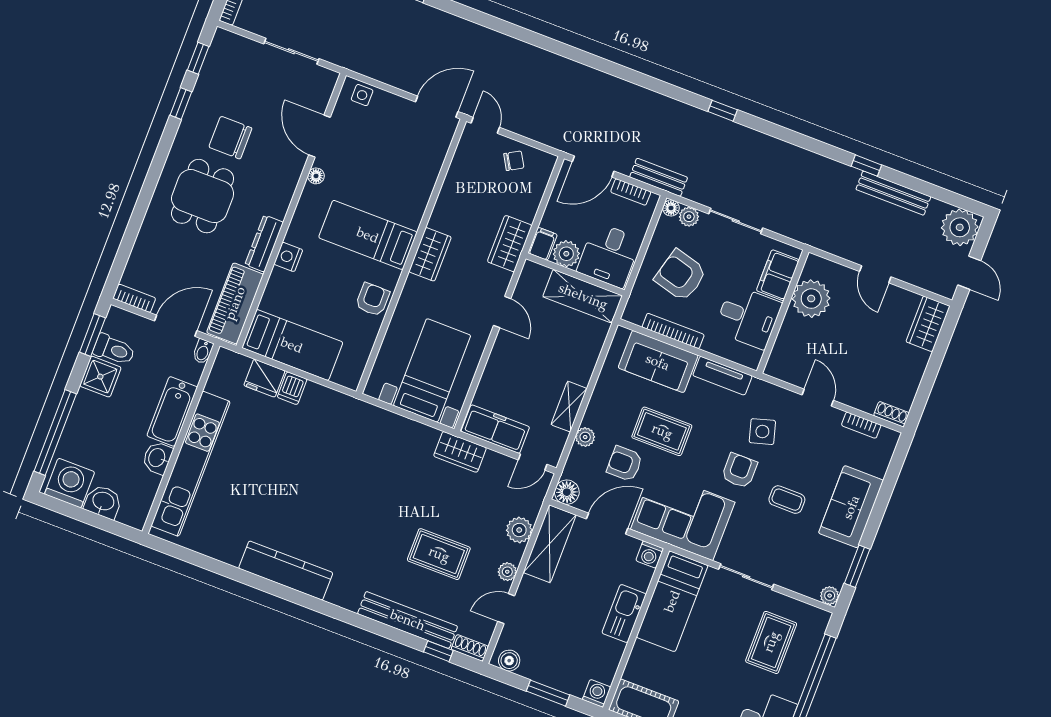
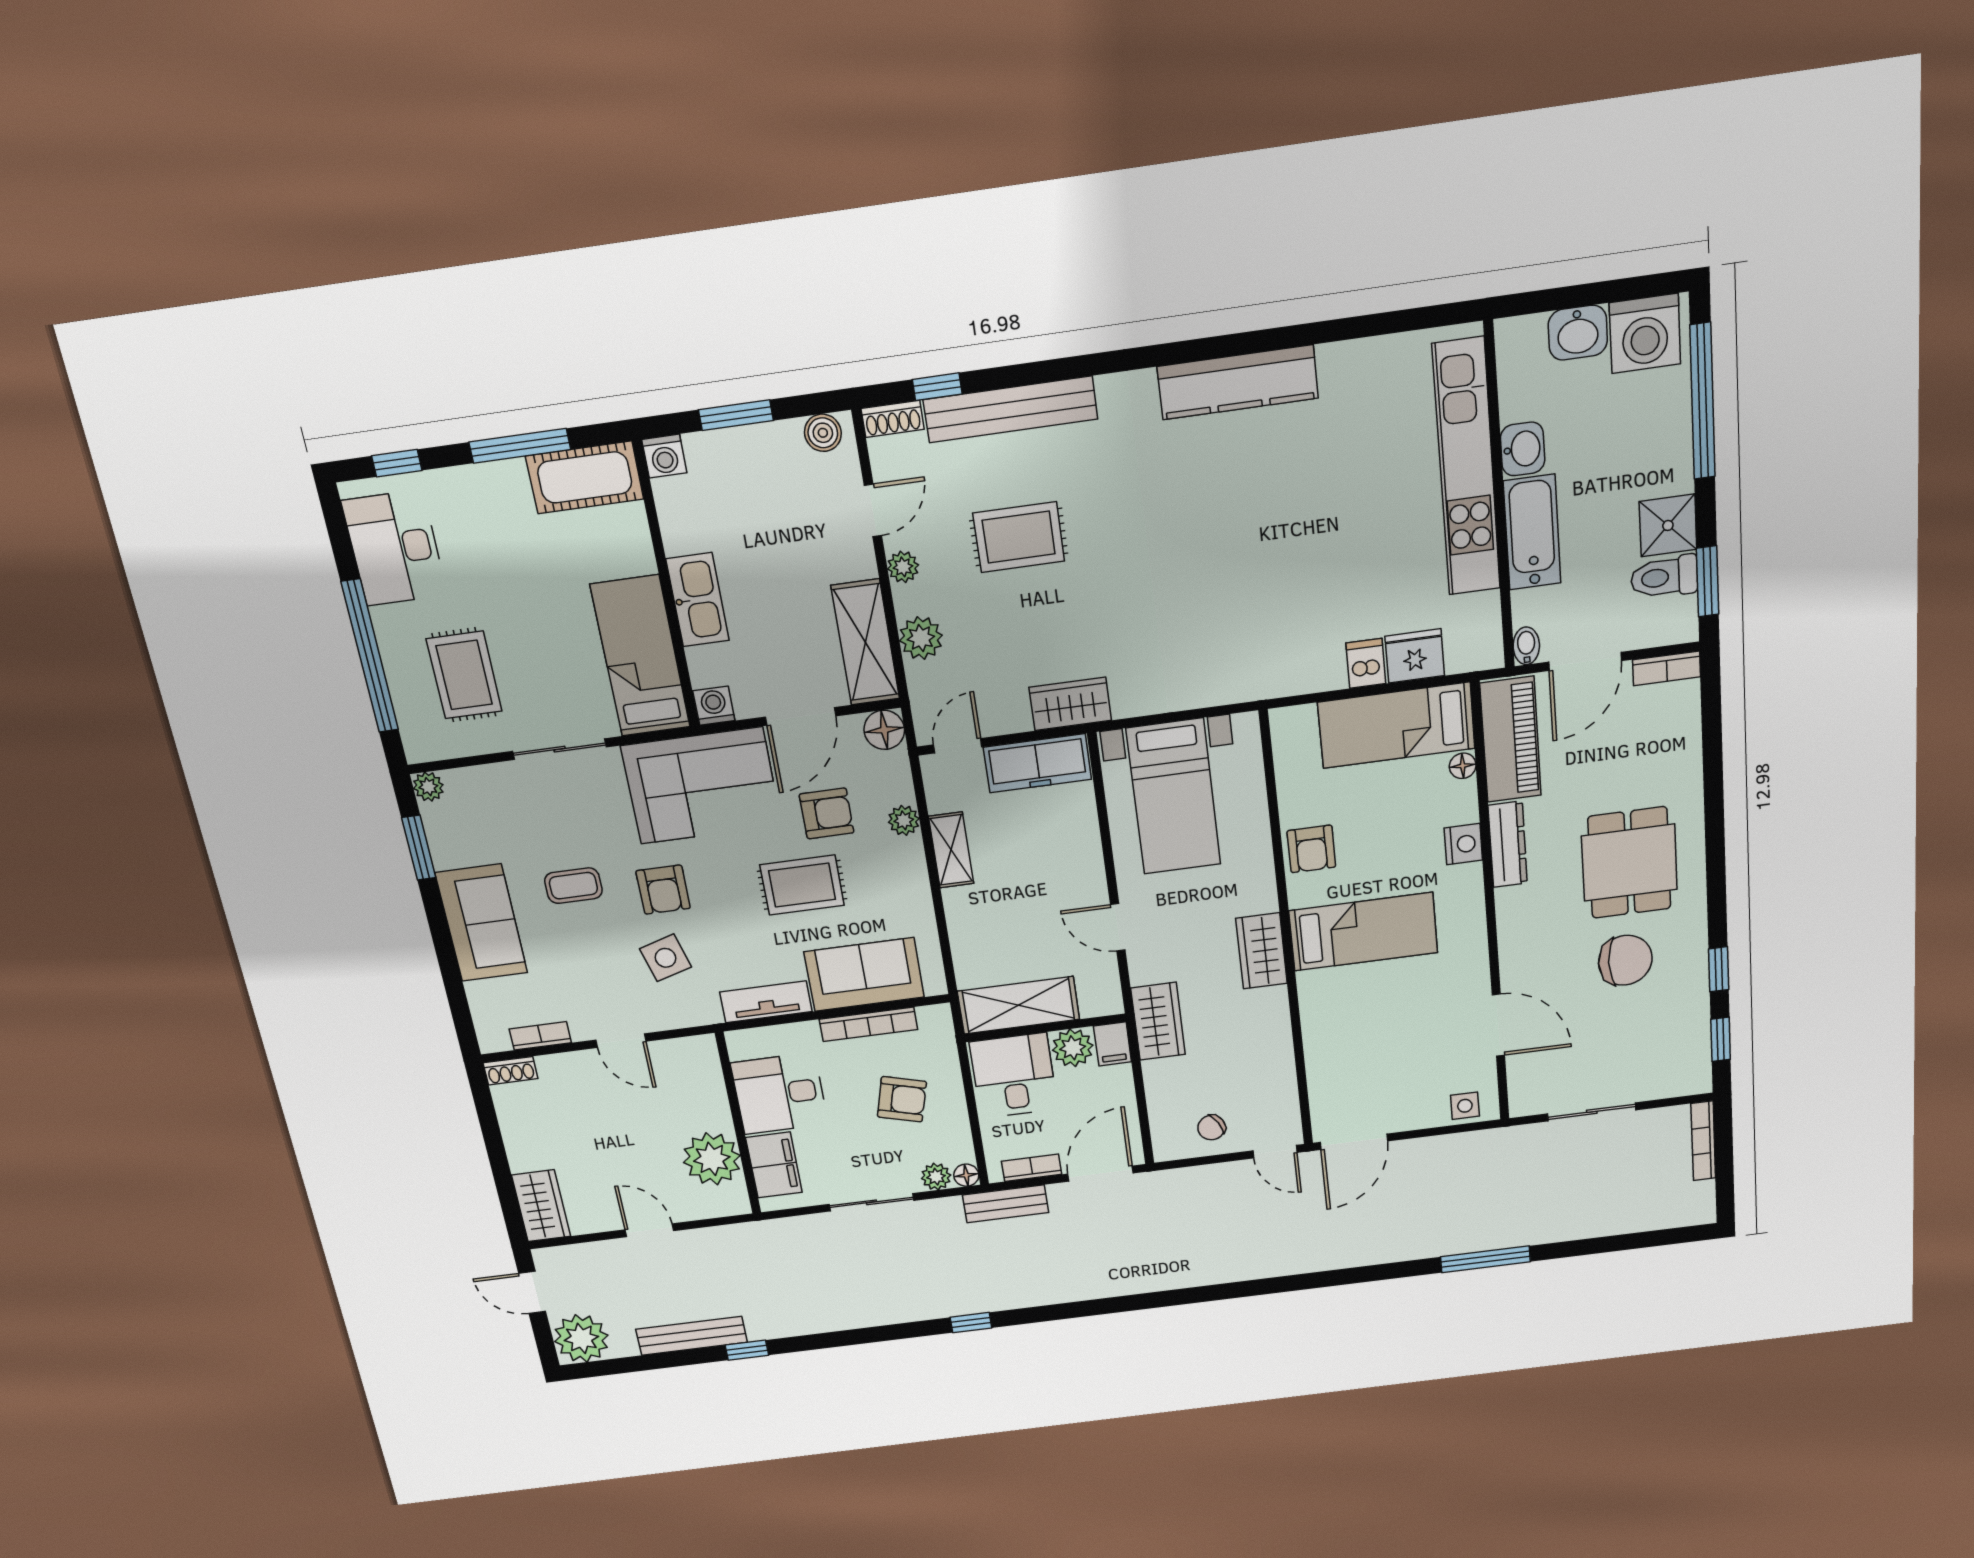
floor lamp: (316, 176) -> (1463, 766), moved
armchair: (681, 275) -> (902, 1099), width x0.72, depth x0.72

